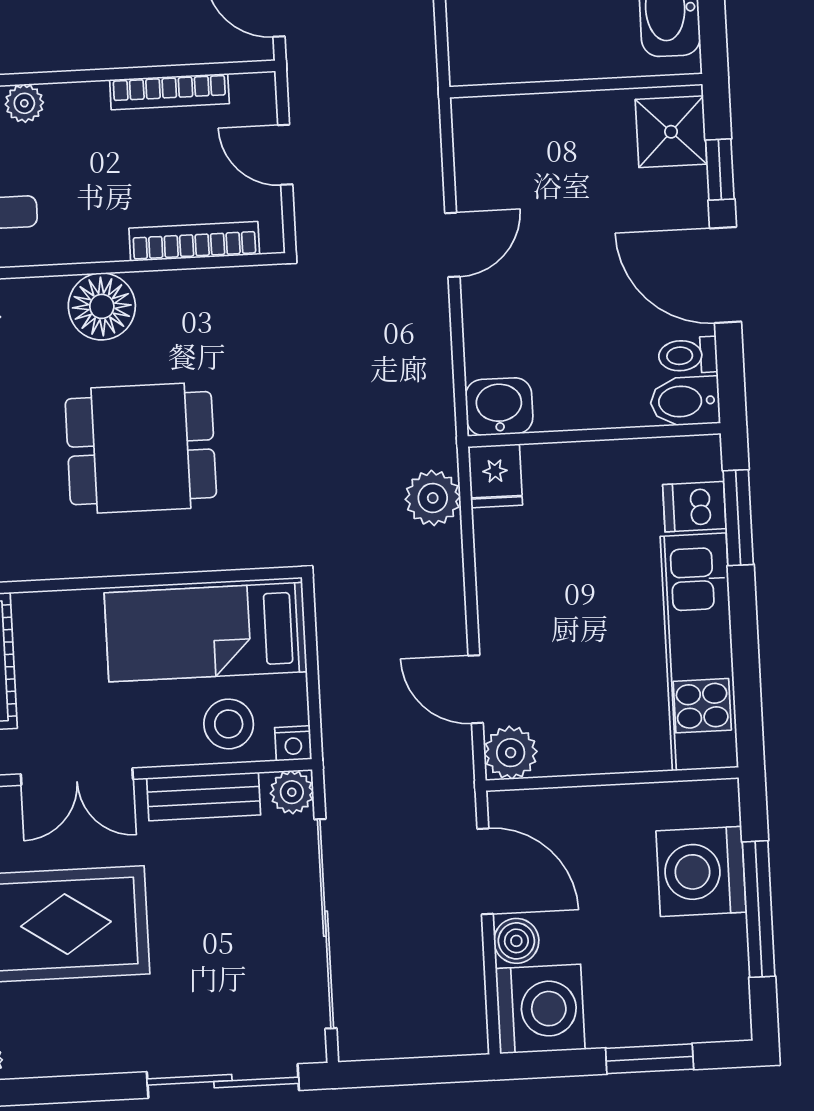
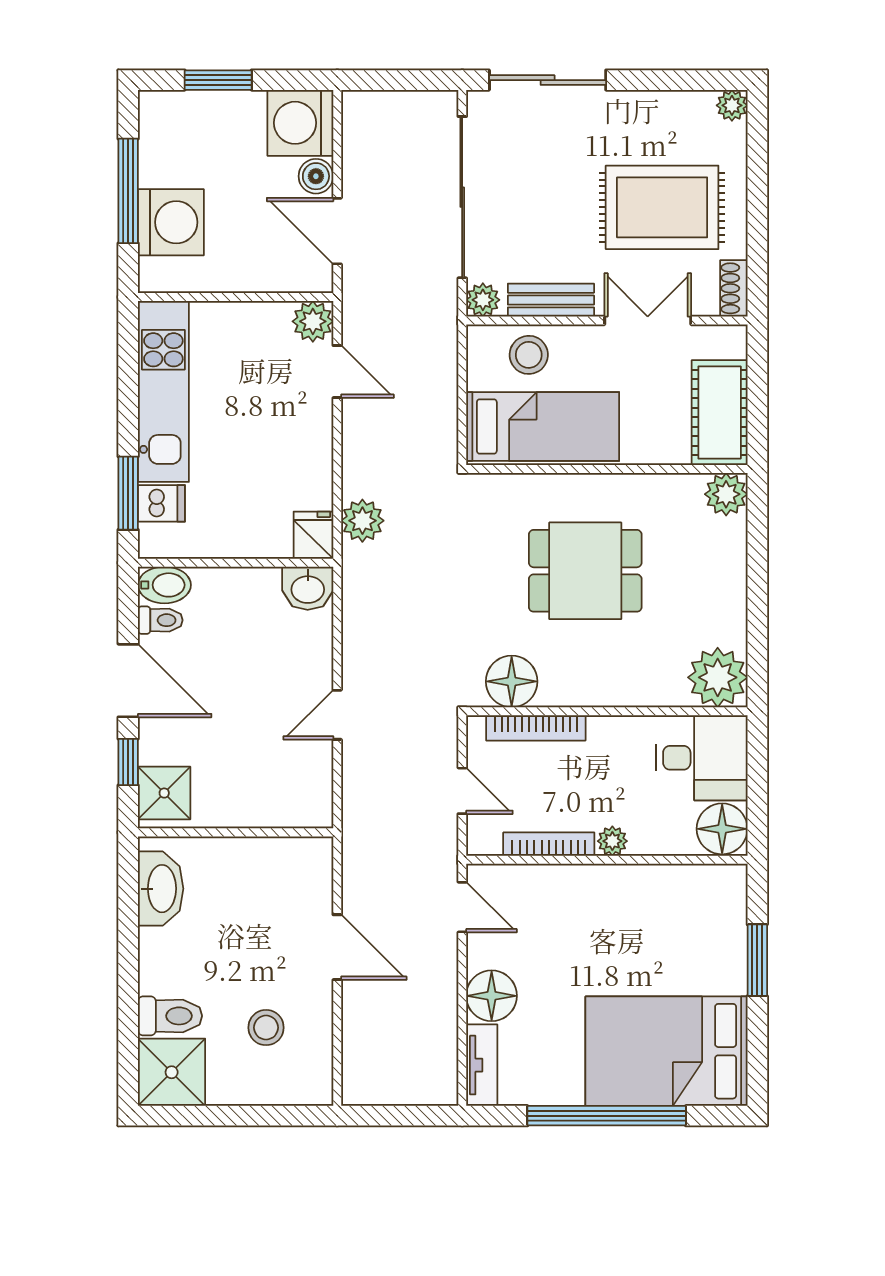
plant: (24, 103) -> (612, 841), moved
floor lamp: (102, 306) -> (512, 681), moved
nightstand: (293, 743) -> (480, 337), removed

